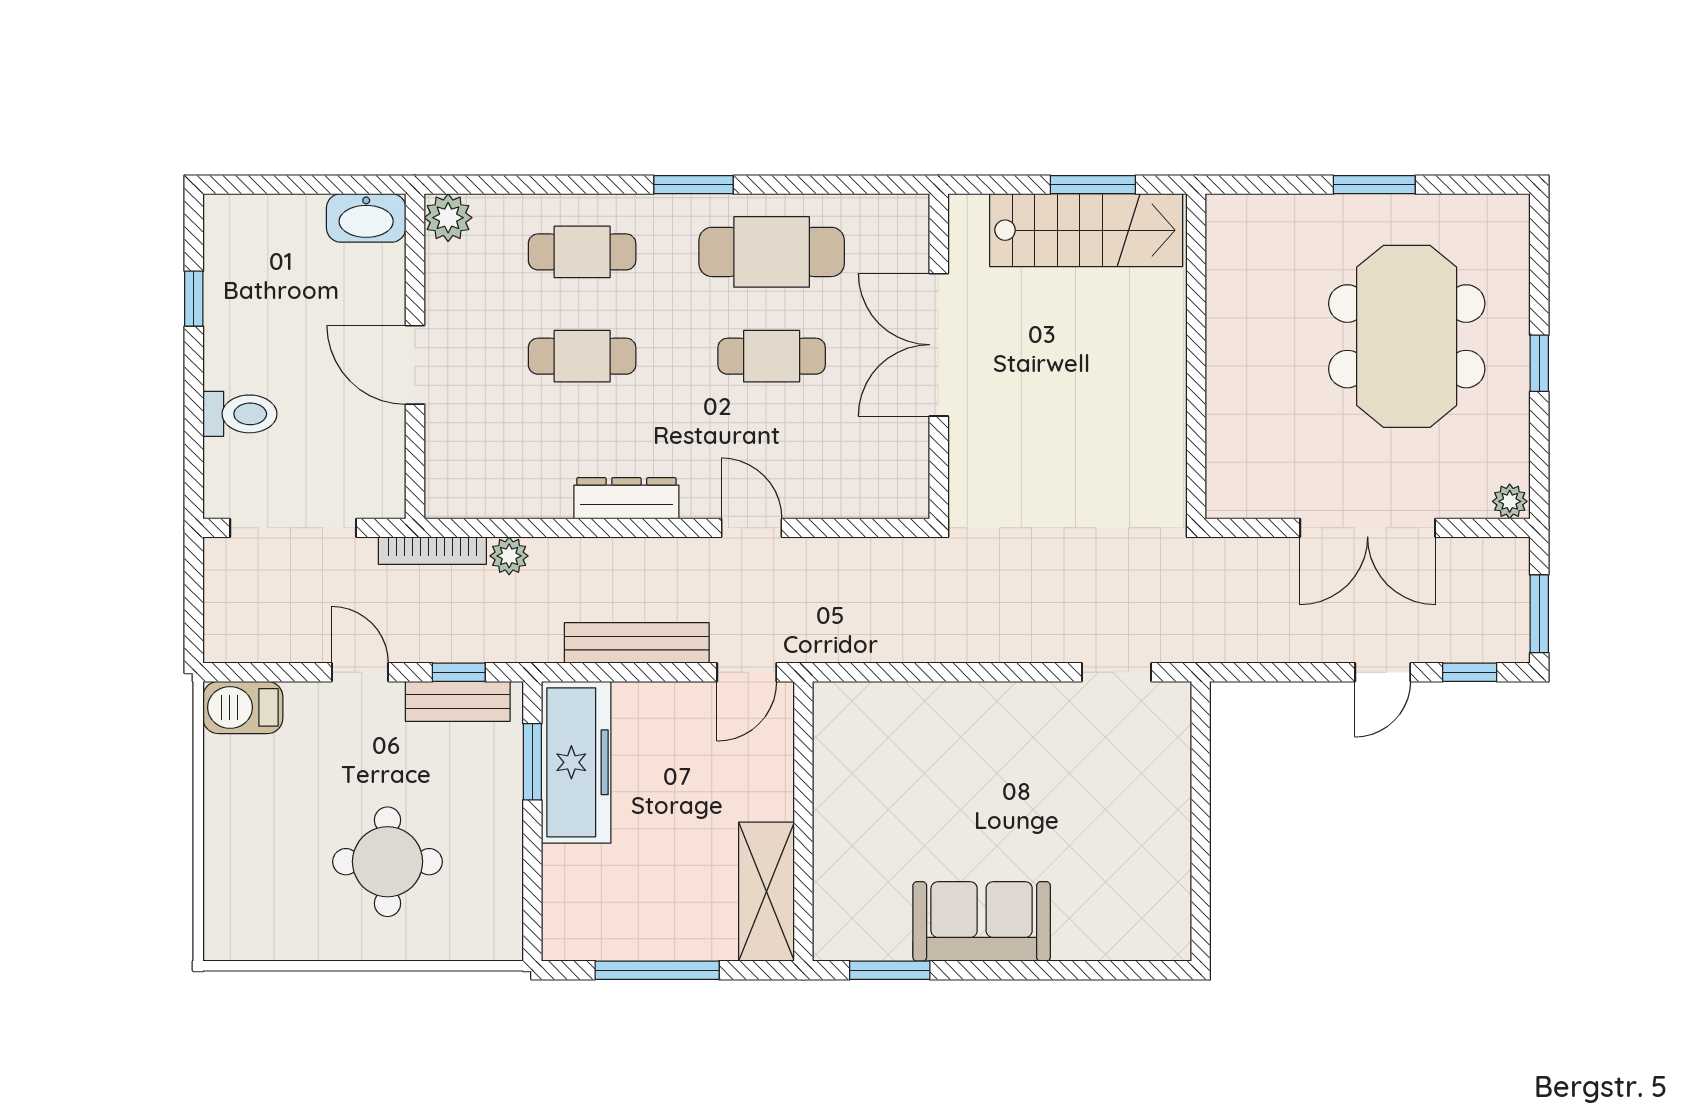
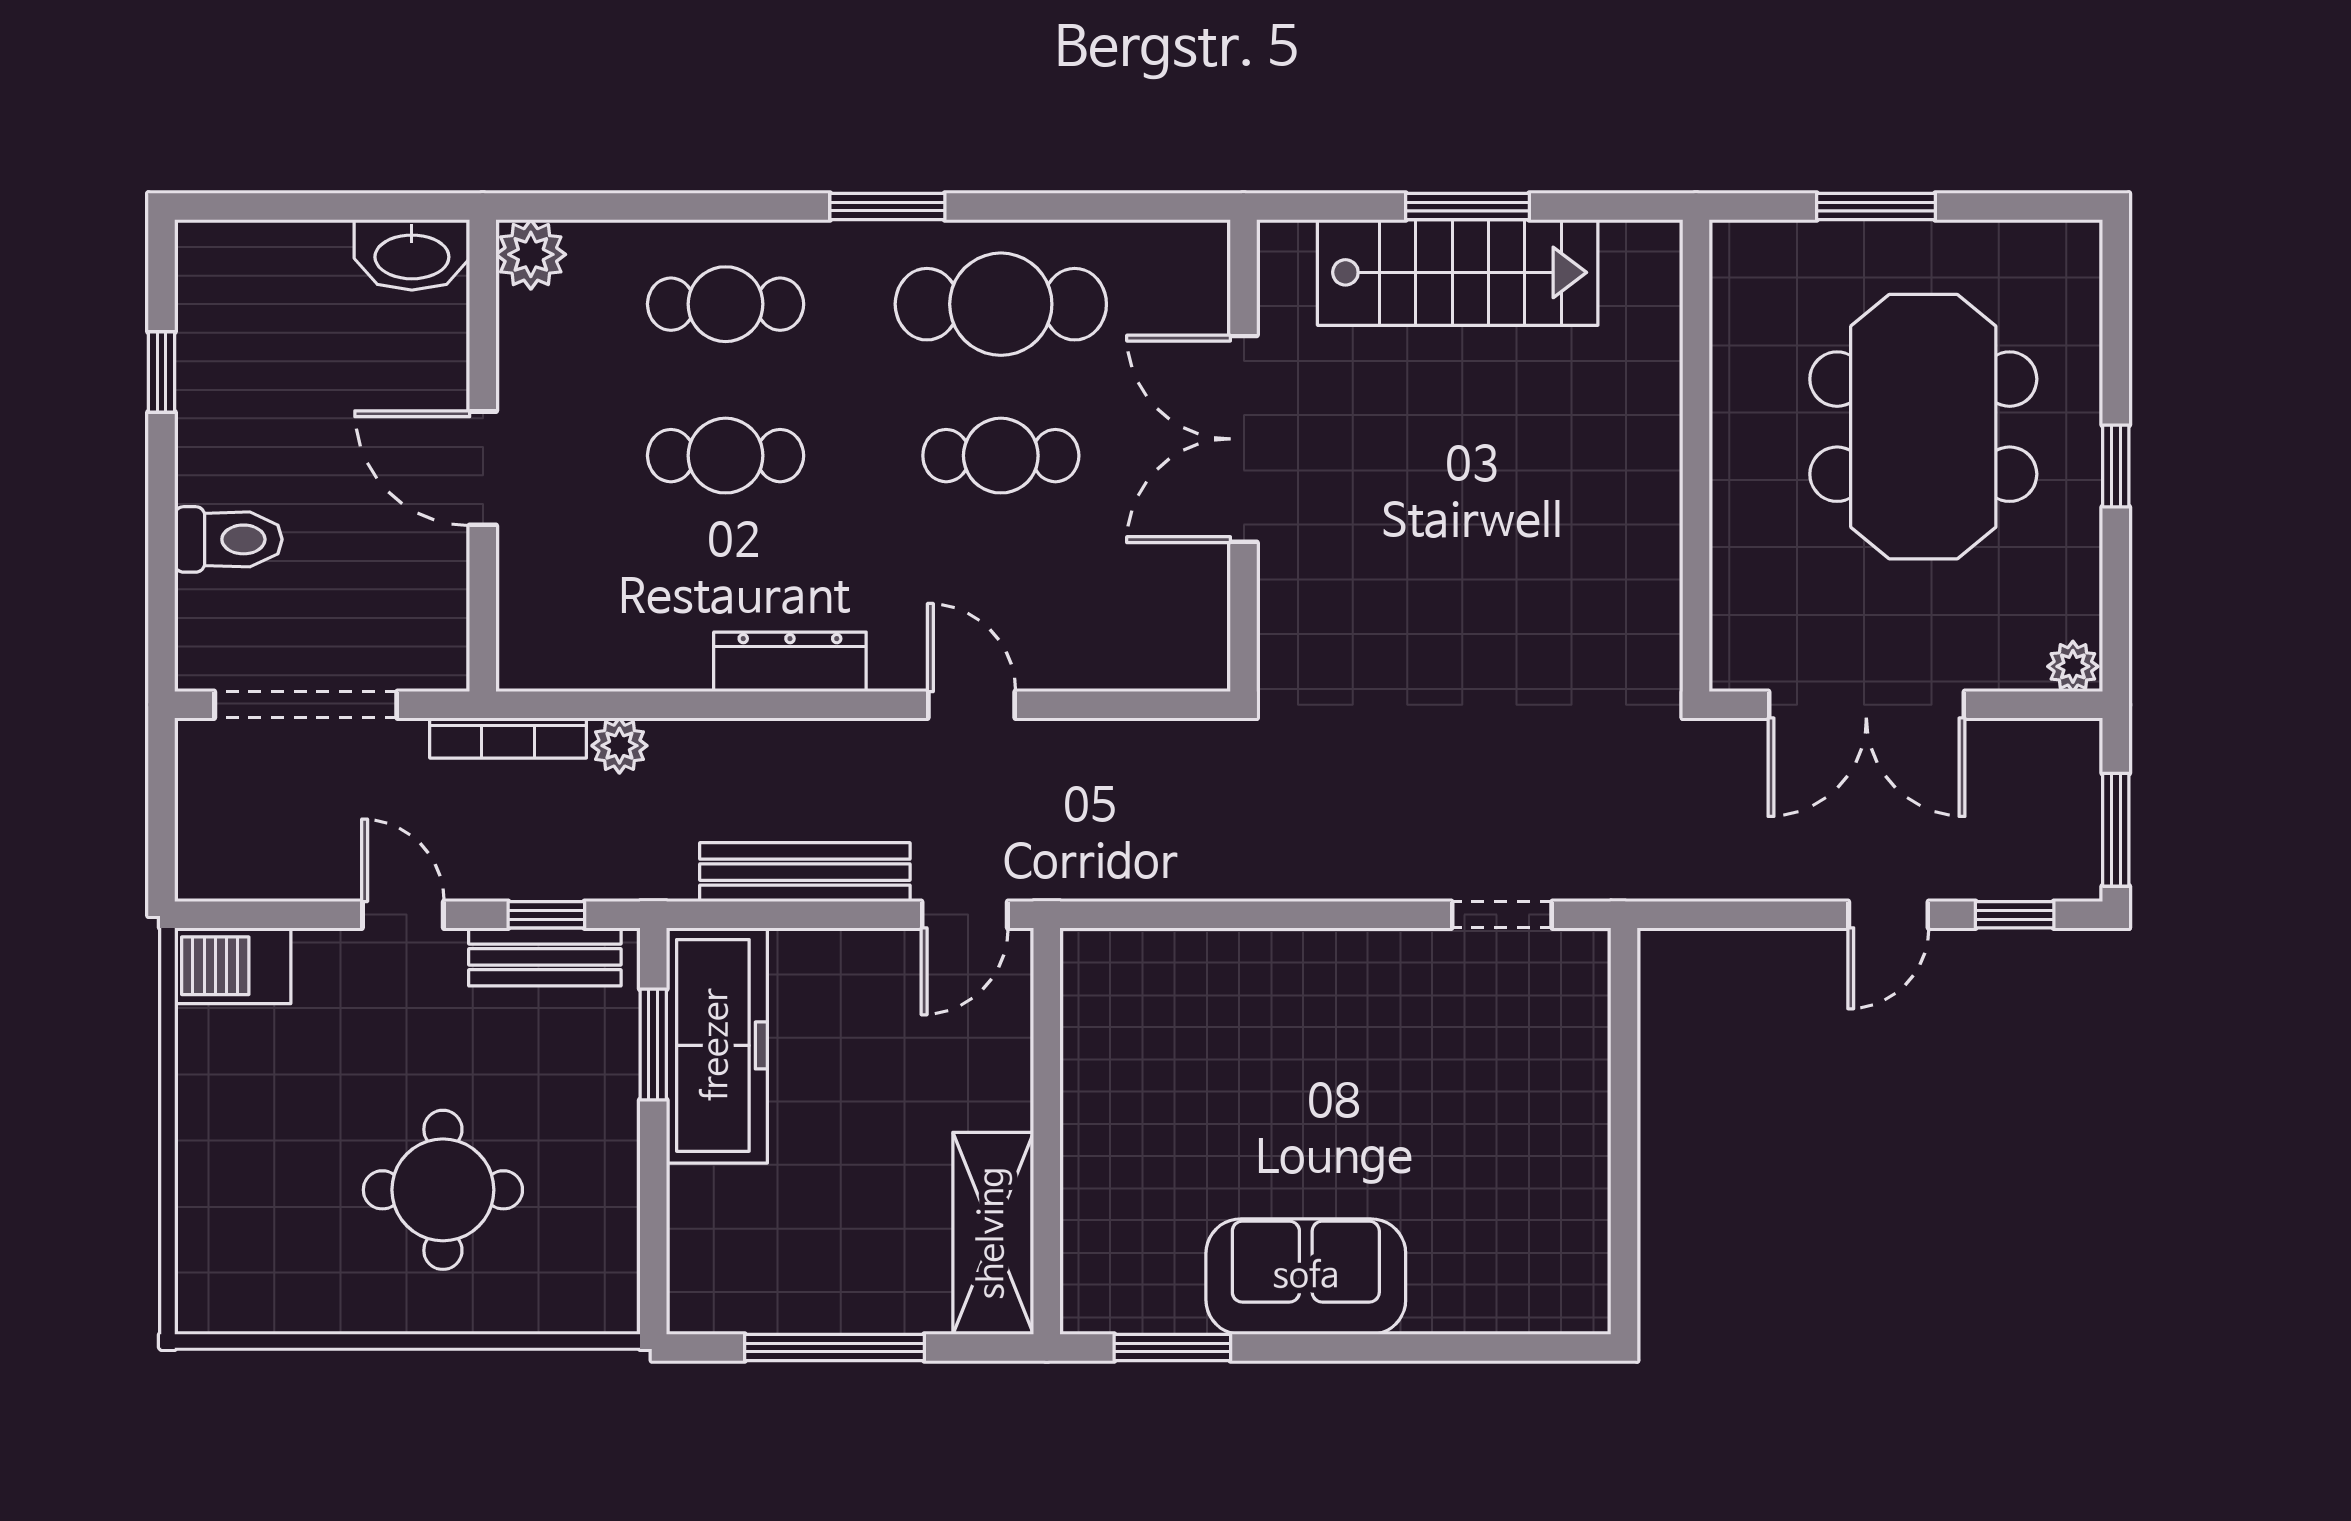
wall: (1196, 356) -> (1696, 456), moved

